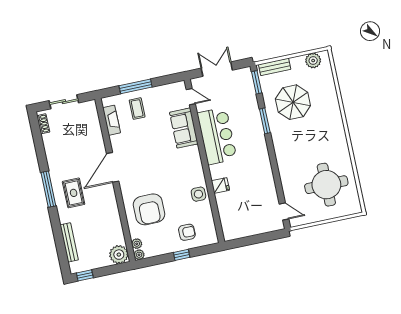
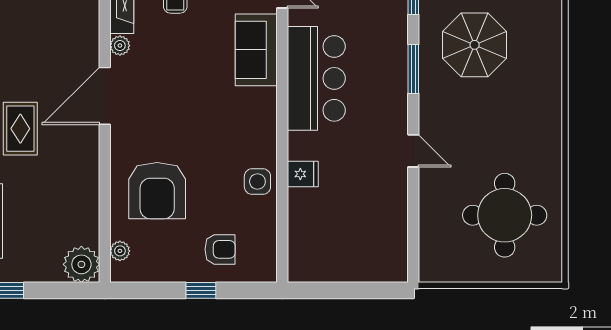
door: (284, 211) -> (413, 151), moved
plant: (139, 255) -> (120, 46), moved

